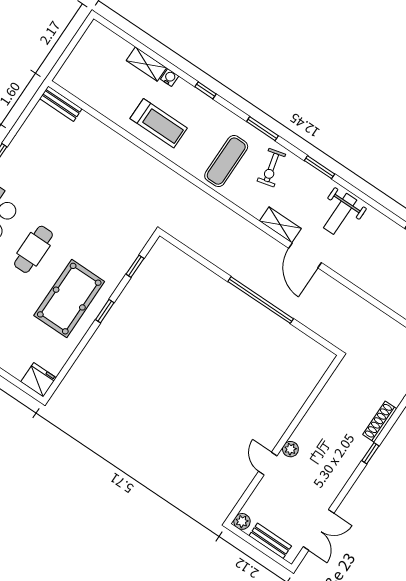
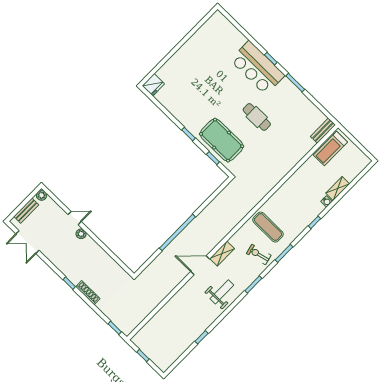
treadmill: (159, 123) -> (330, 149), moved
weight bench: (340, 214) -> (222, 292), turned 90
cafe table: (33, 249) -> (257, 117), moved
pool table: (69, 299) -> (222, 140), moved

